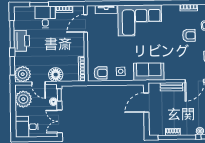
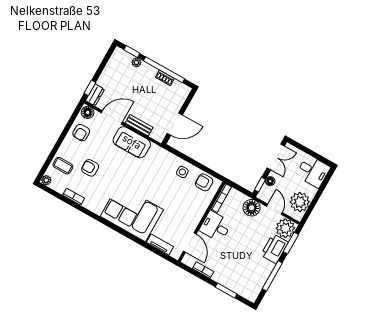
desk: (45, 17) -> (215, 226), moved, turned 90
door: (86, 24) -> (190, 243), hinge flipped
printer: (22, 41) -> (274, 249), moved
sofa: (149, 72) -> (132, 142), moved

